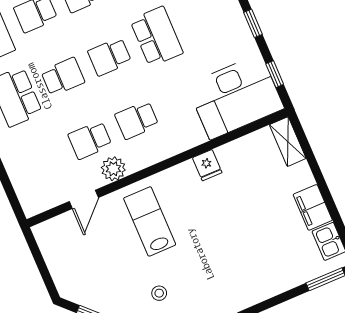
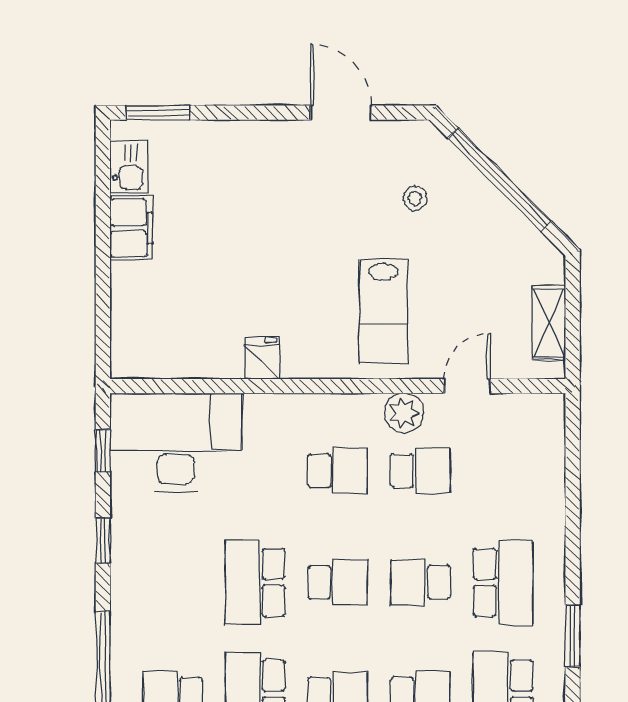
shelving: (288, 142) -> (549, 323), moved

